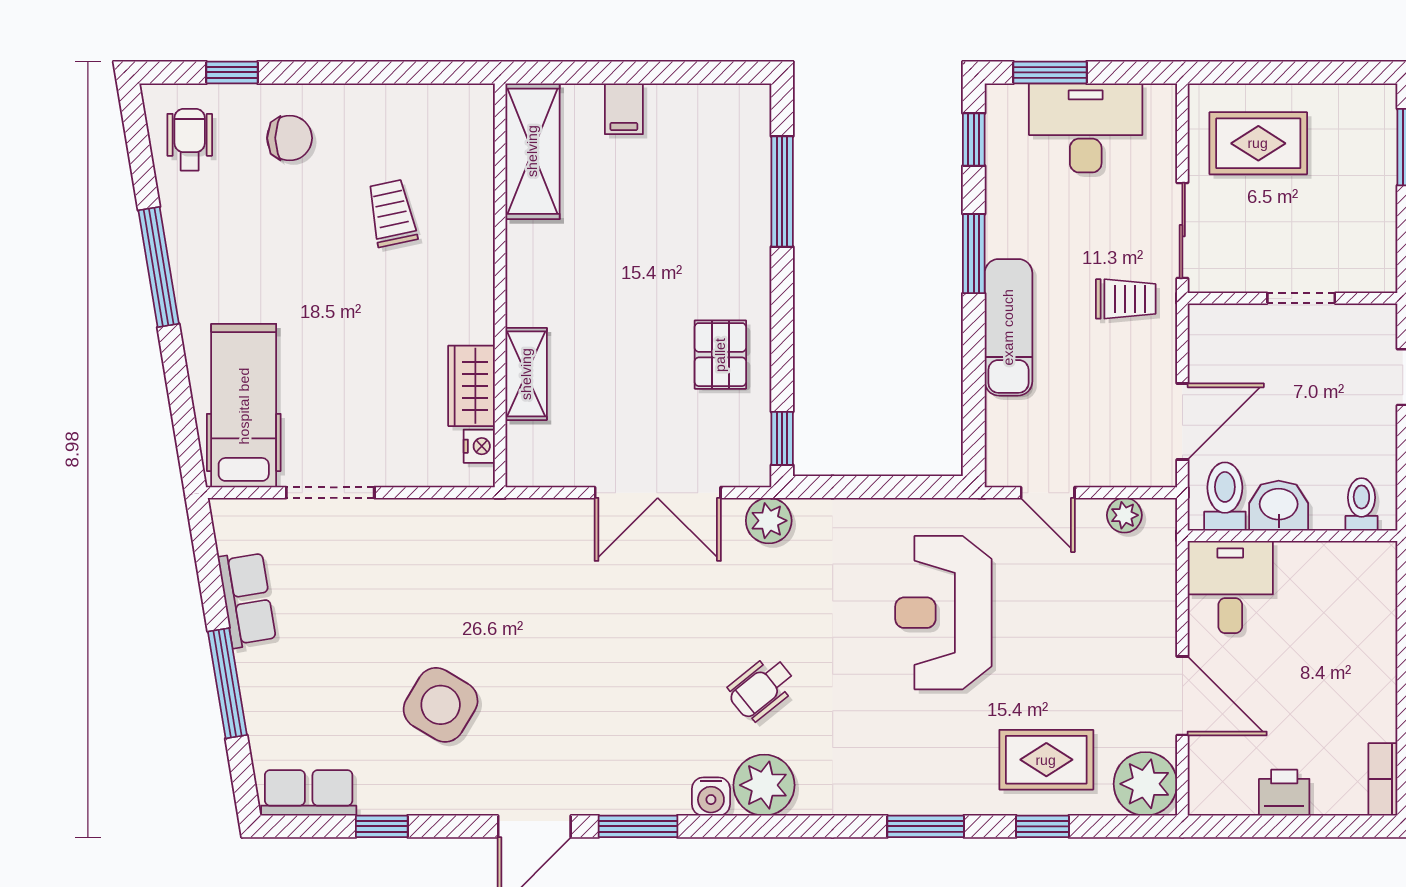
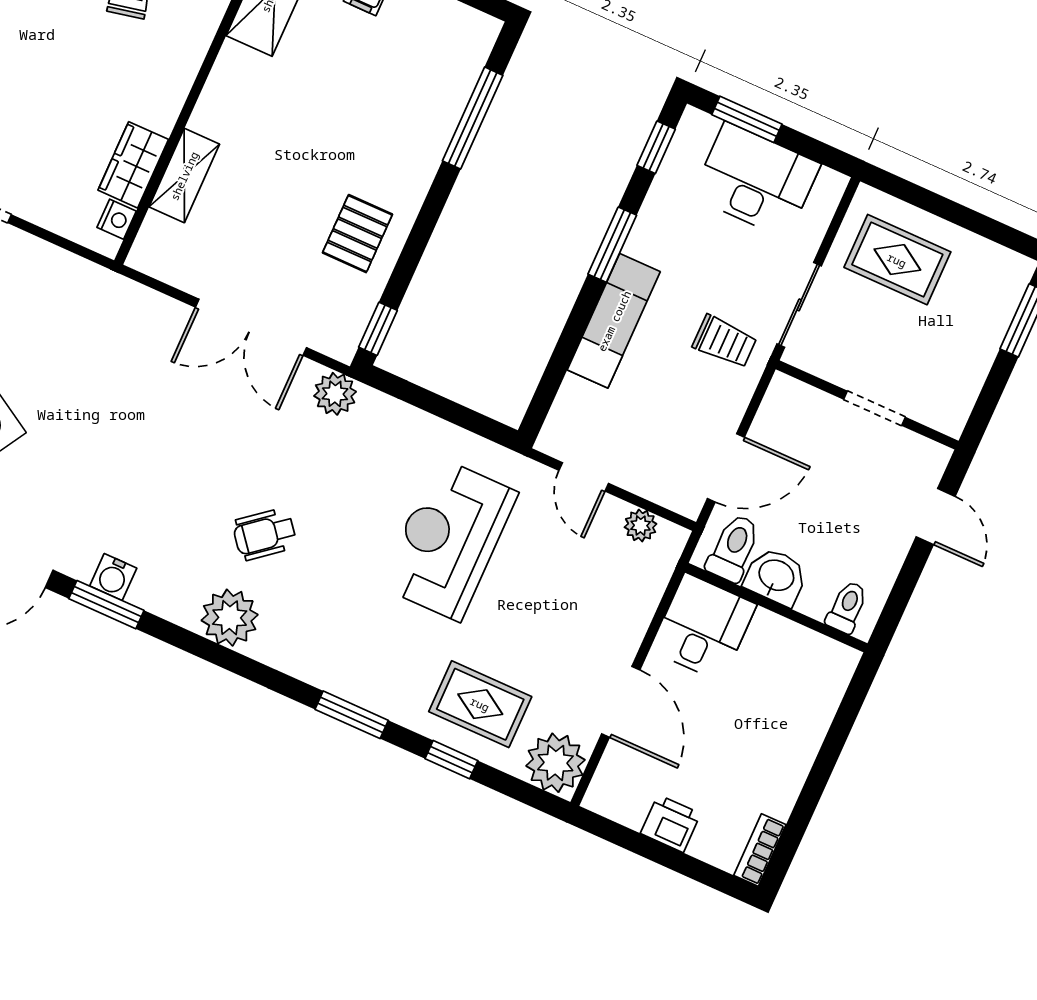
water cooler: (711, 797) -> (113, 577), moved

